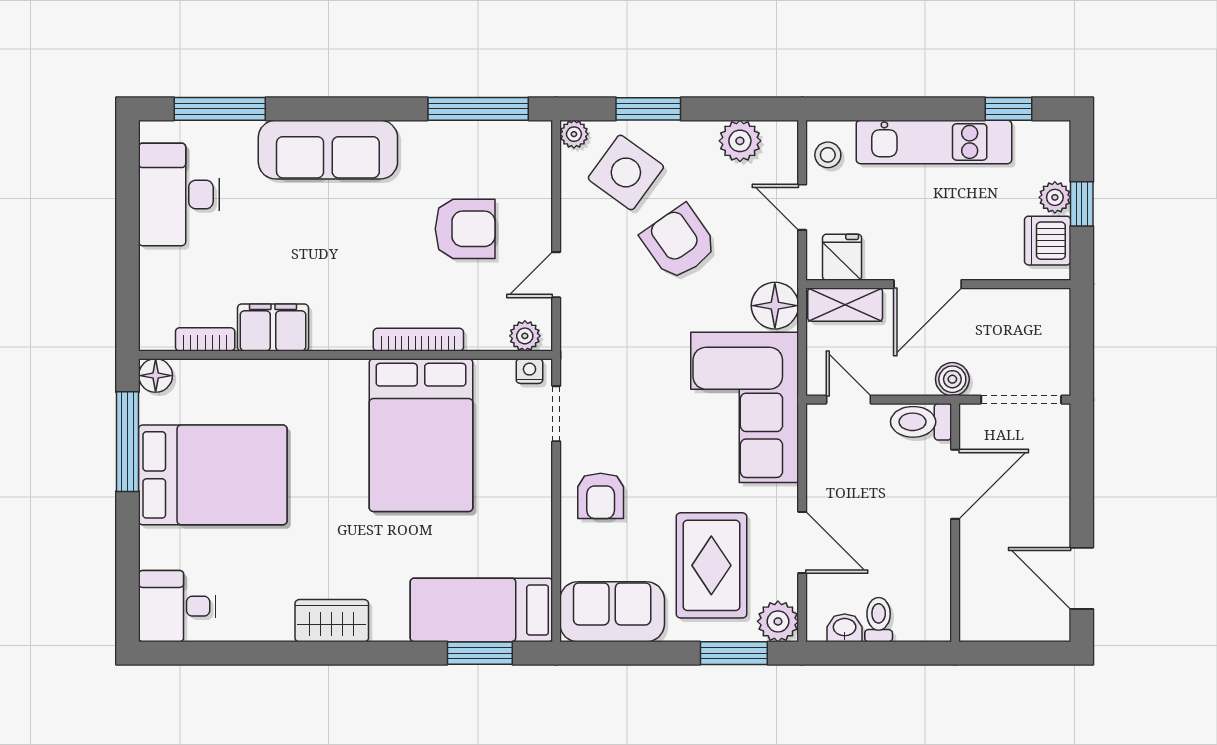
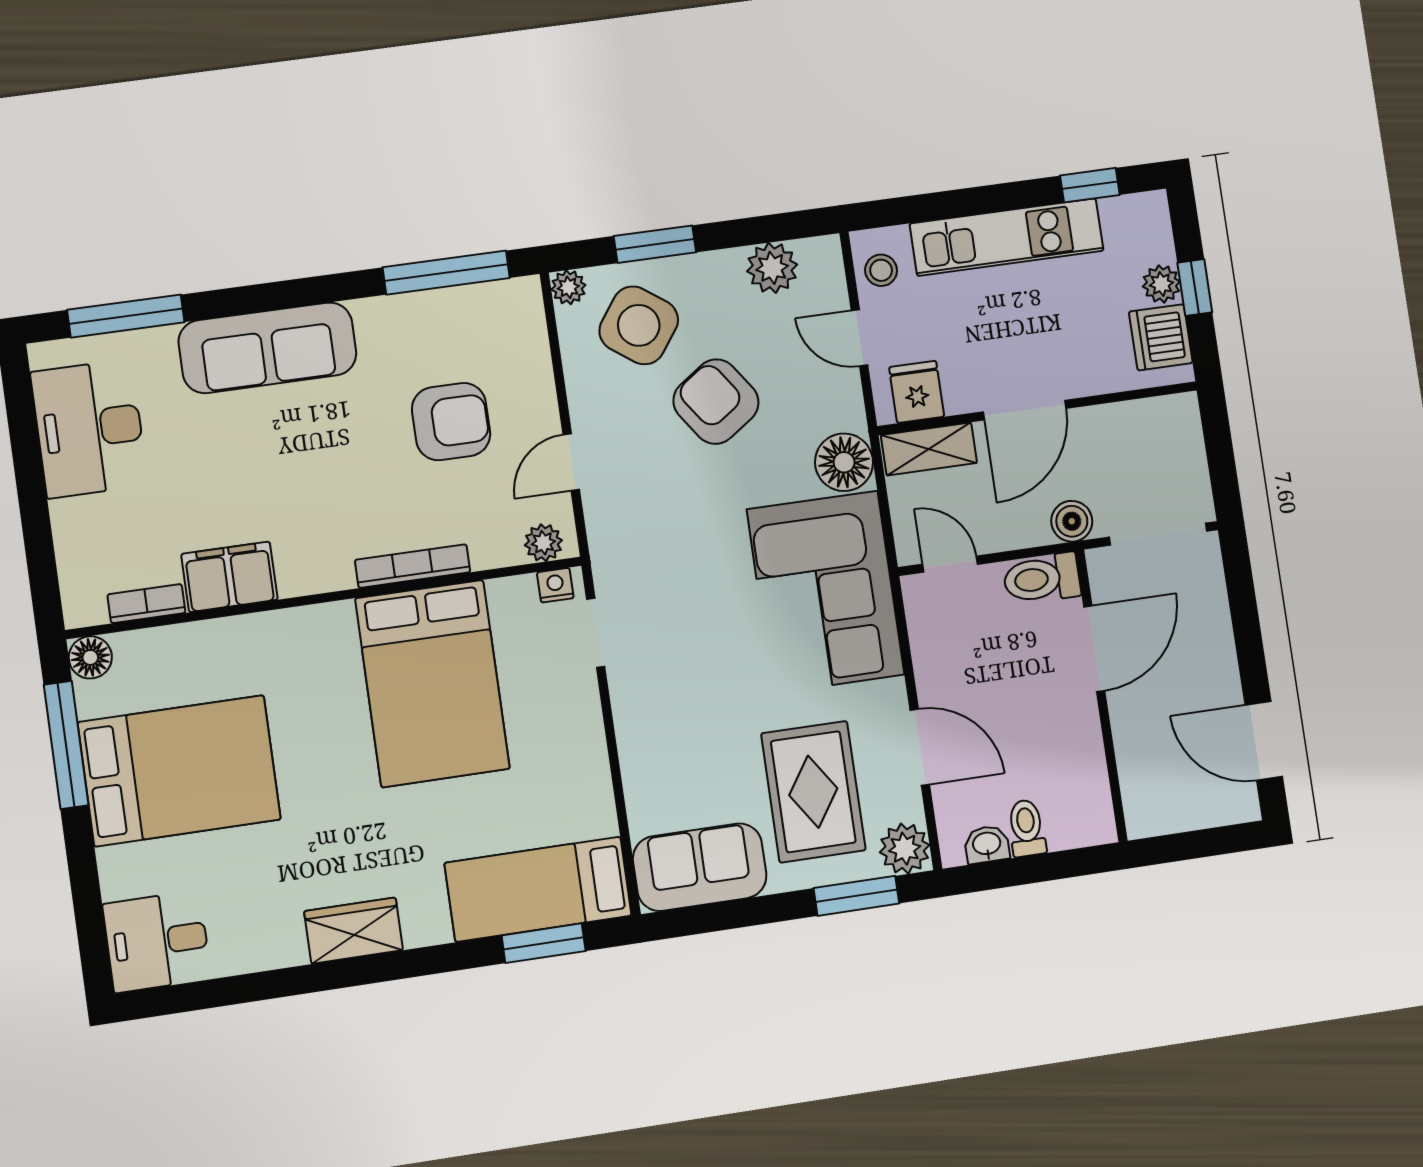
armchair: (601, 496) -> (665, 726), removed

